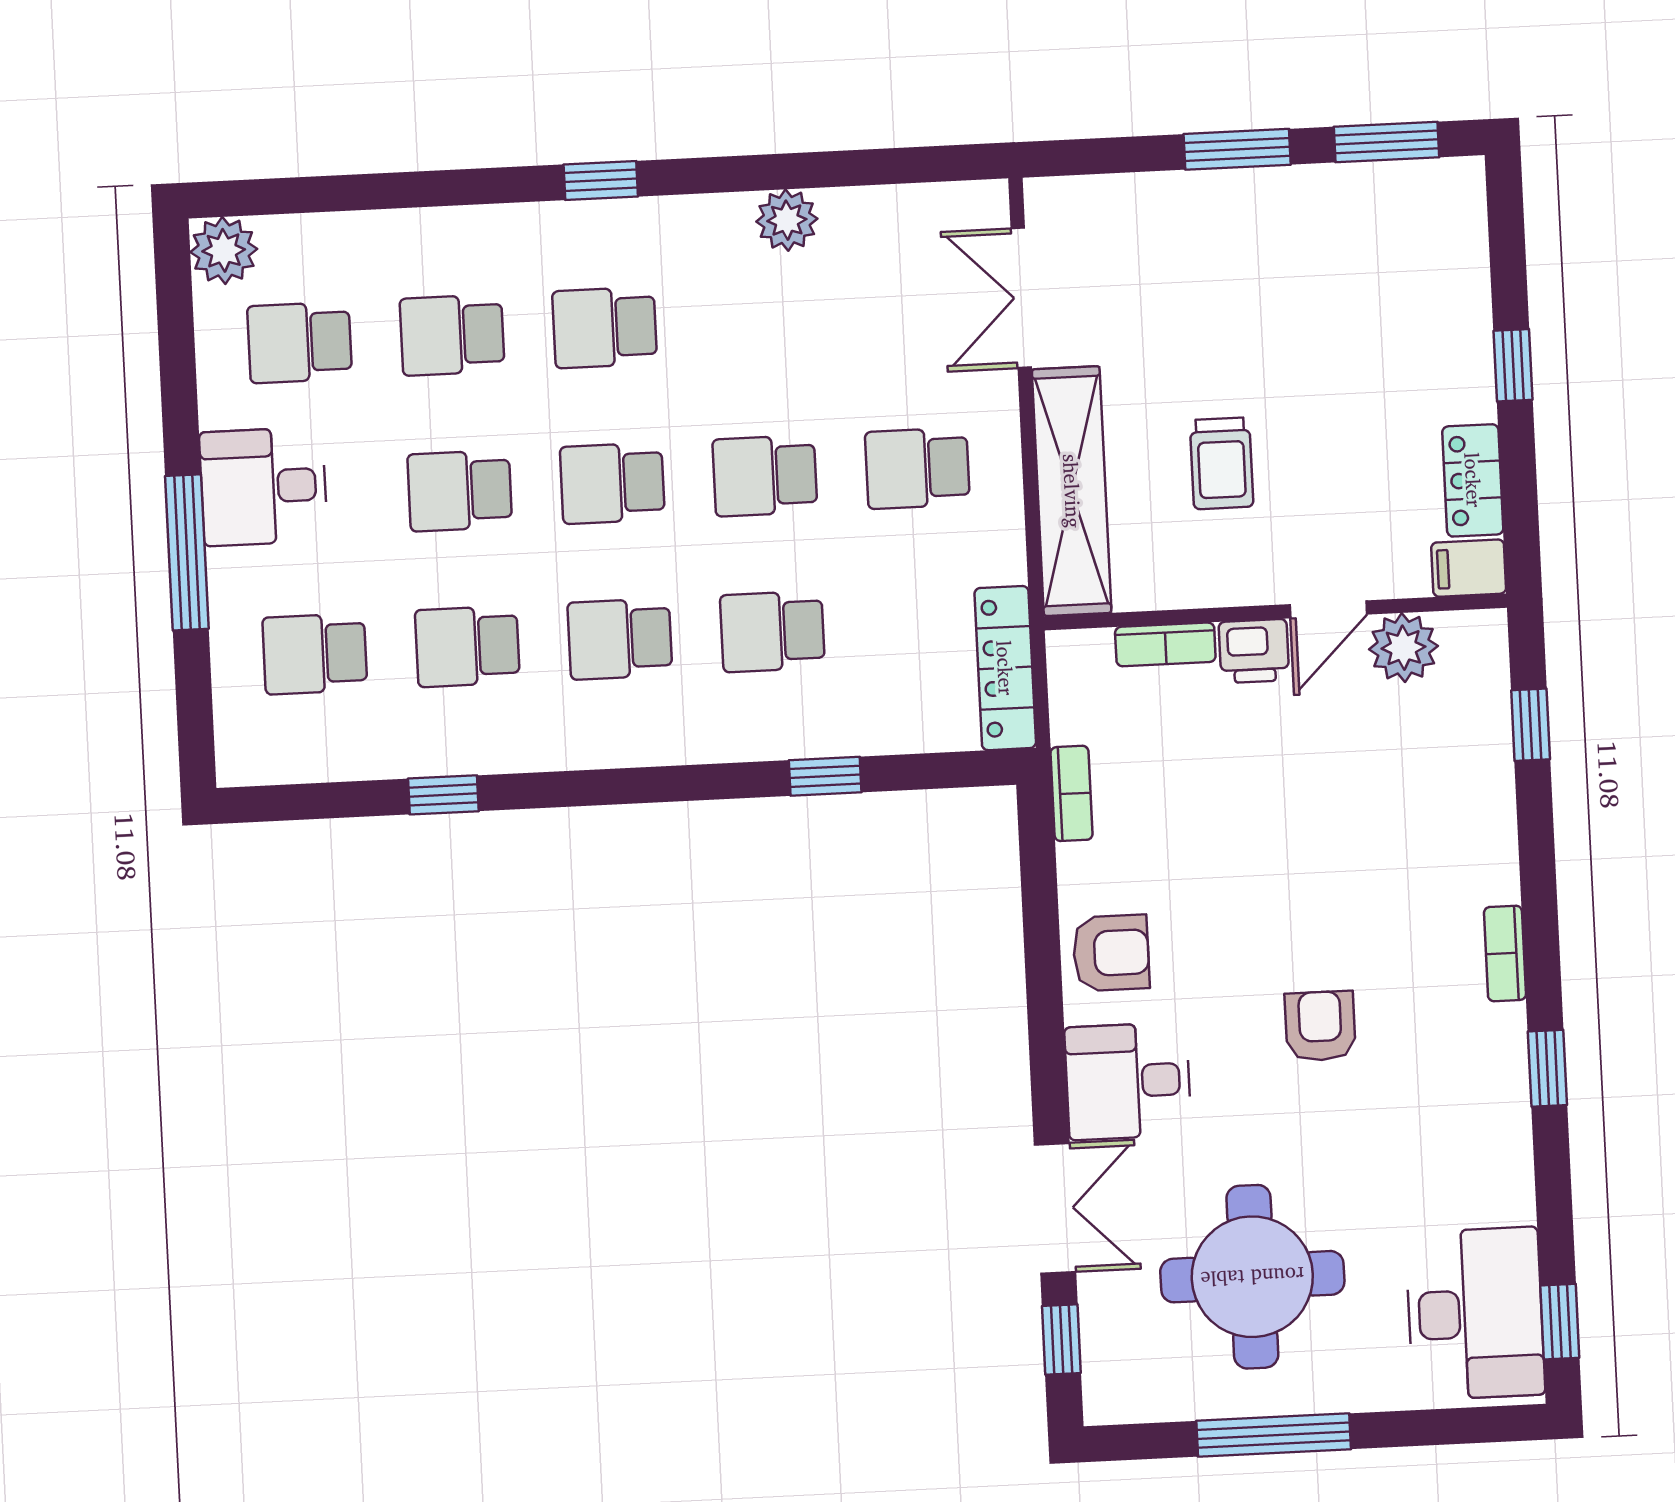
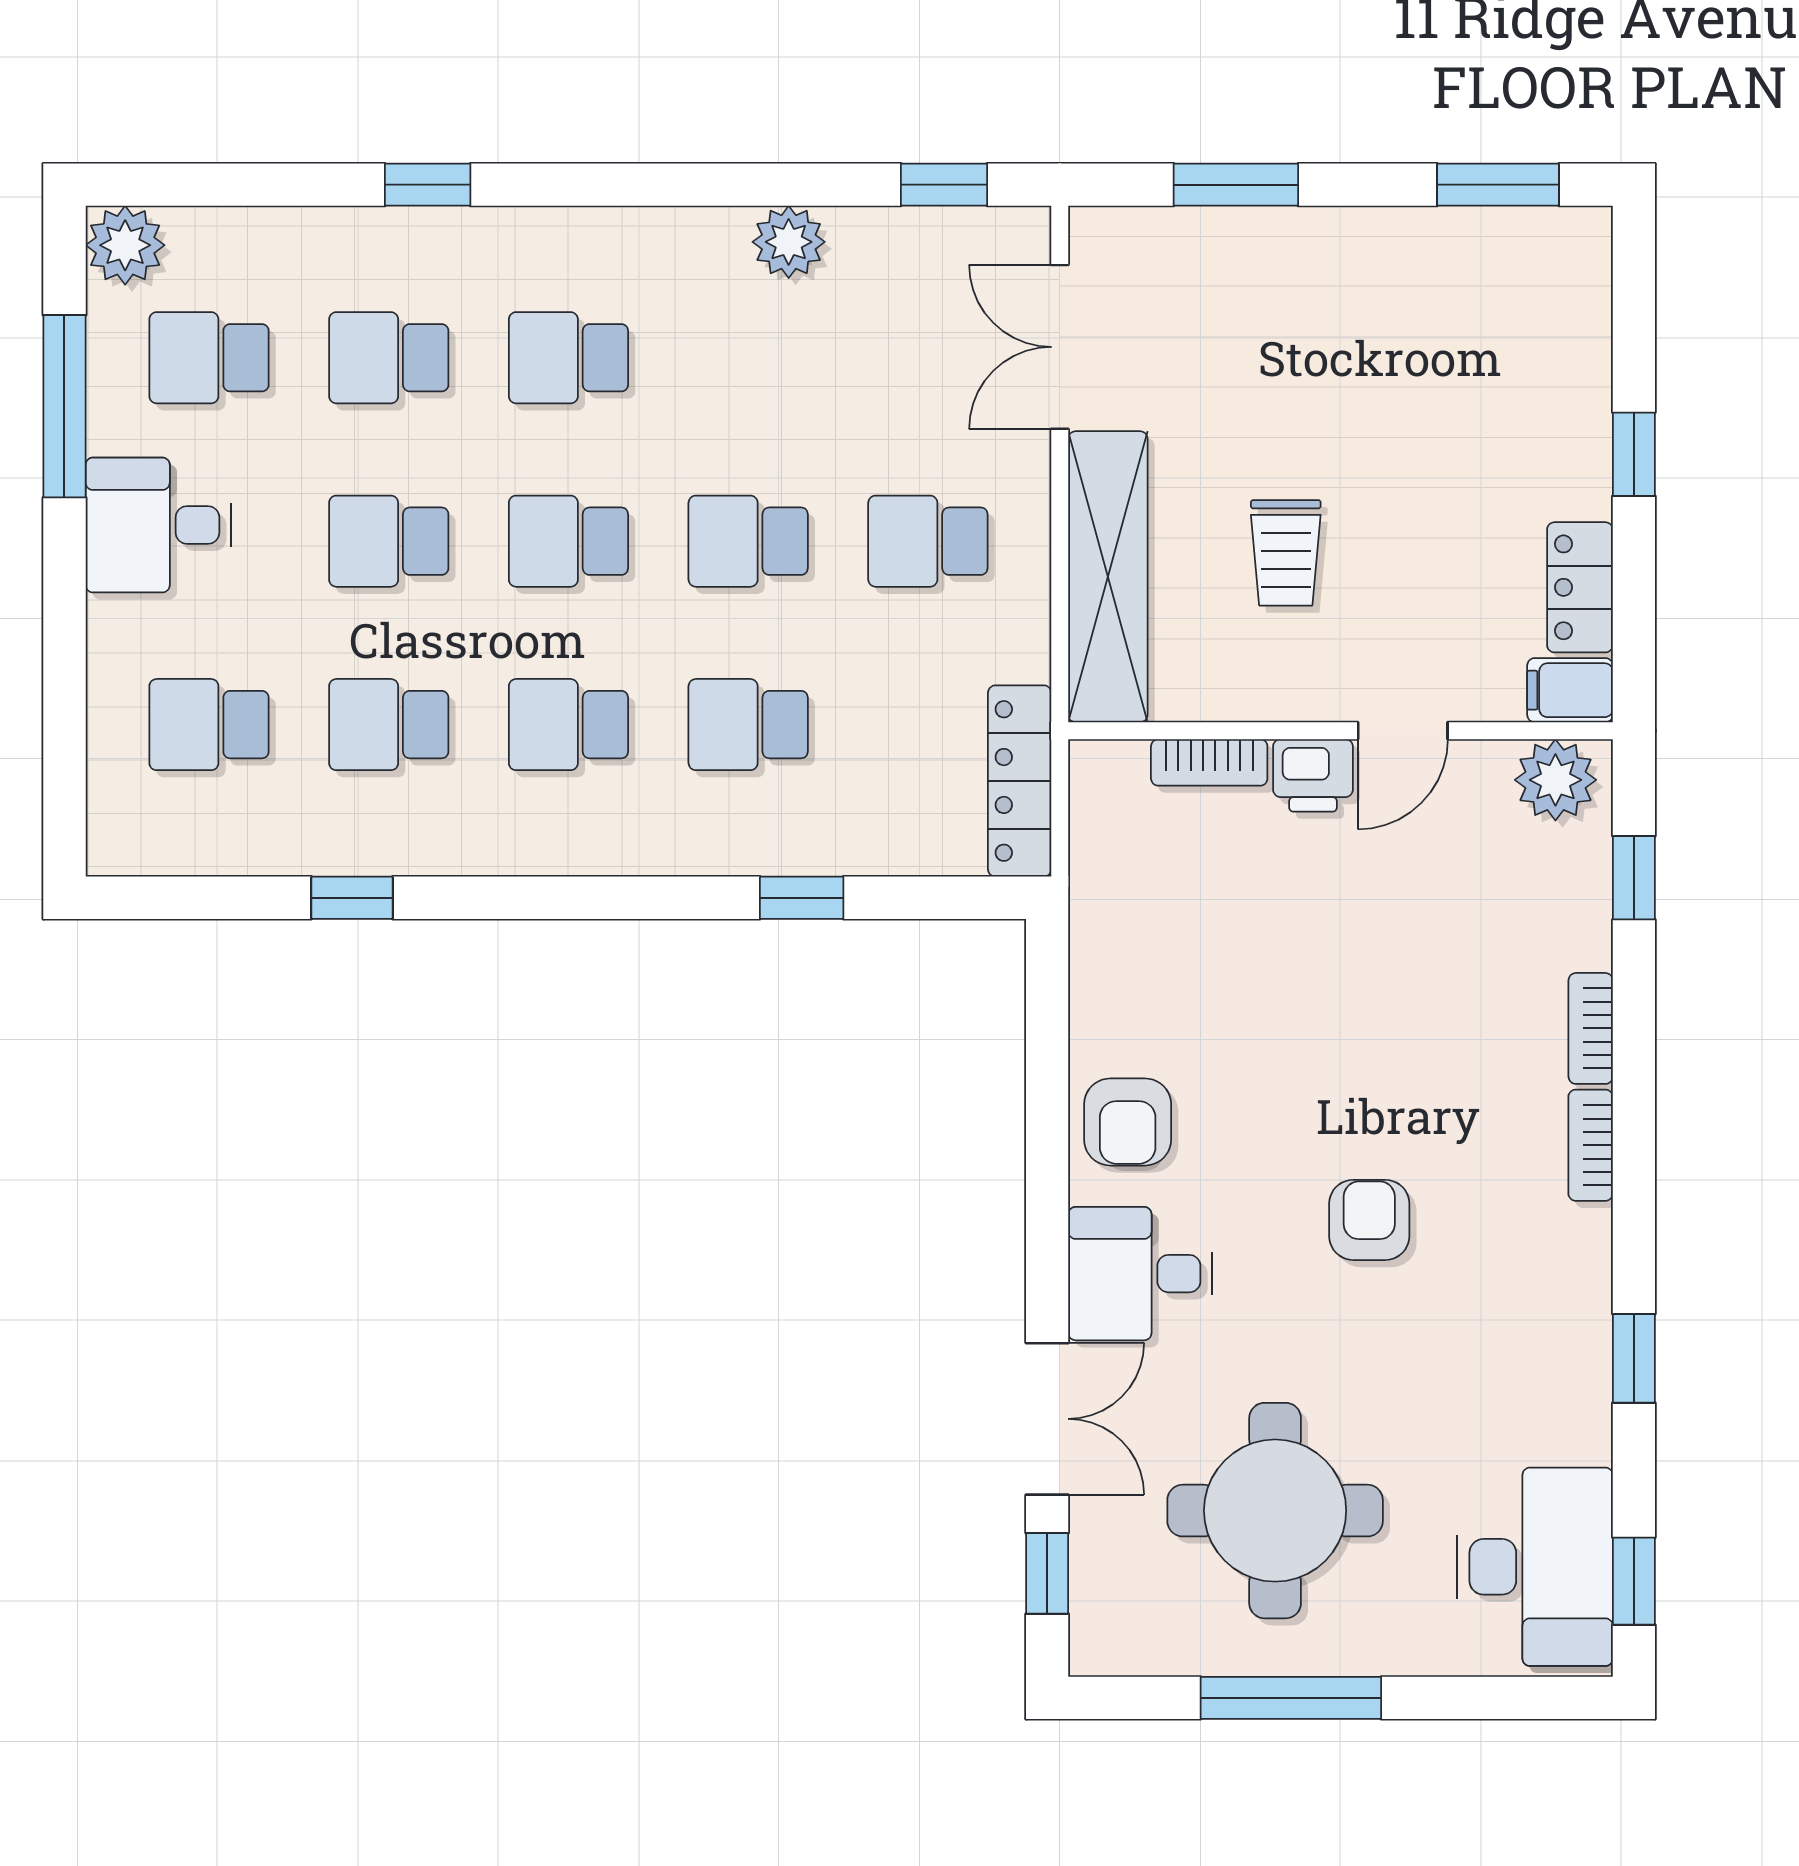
window: (1237, 149) -> (1236, 185), moved
window: (916, 165) -> (944, 185), added
window: (601, 180) -> (428, 185), moved
window: (187, 552) -> (64, 406), moved
plant: (1403, 648) -> (1555, 780), moved
bookcase: (1072, 793) -> (1591, 1028), moved, turned 180
armchair: (1111, 953) -> (1128, 1122), turned 90
window: (1547, 1068) -> (1634, 1358), moved

